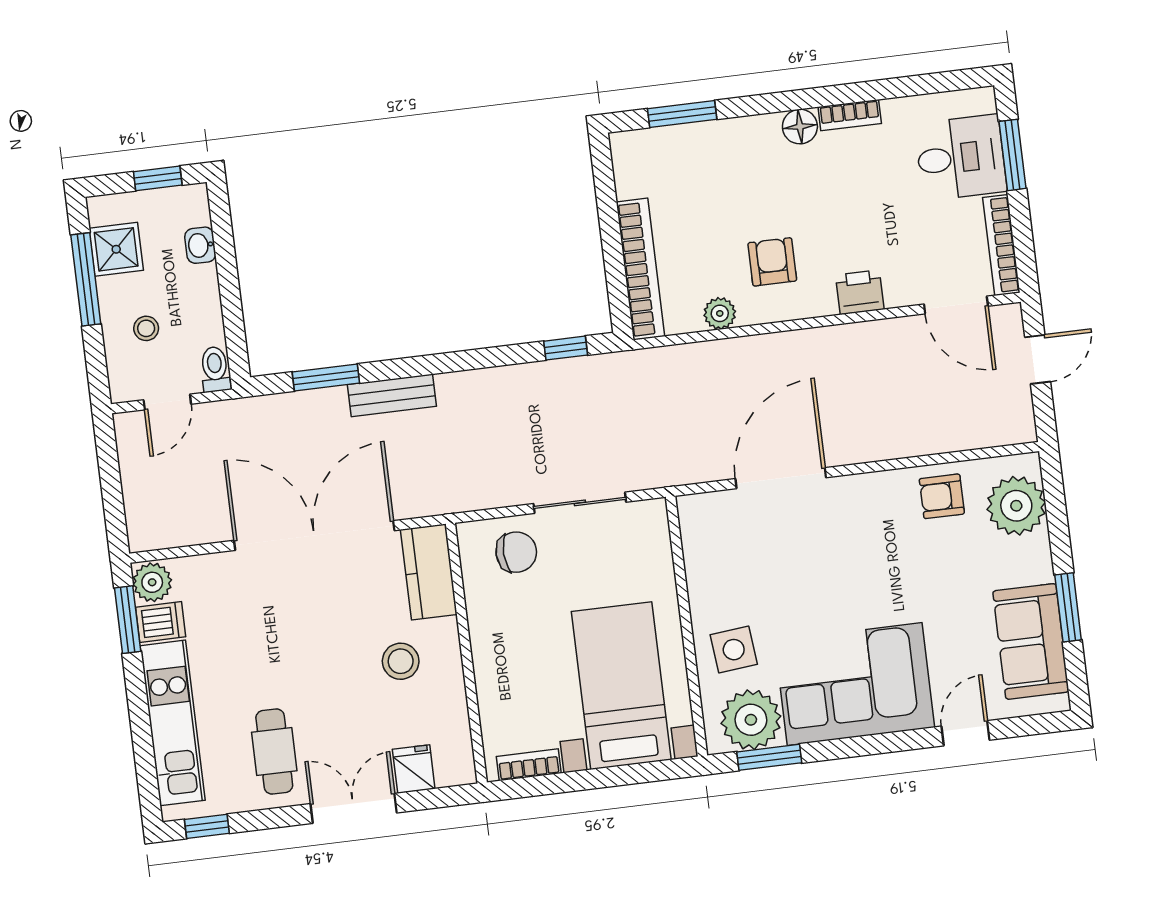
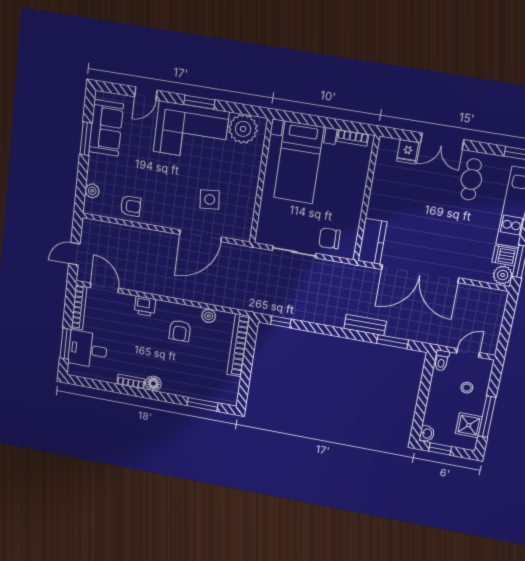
washbasin: (200, 245) -> (427, 434), moved
plant: (1016, 506) -> (92, 191), width x0.53, depth x0.53
side table: (734, 650) -> (210, 199), moved
stool: (401, 661) -> (398, 204), removed
window: (769, 757) -> (199, 102), moved

